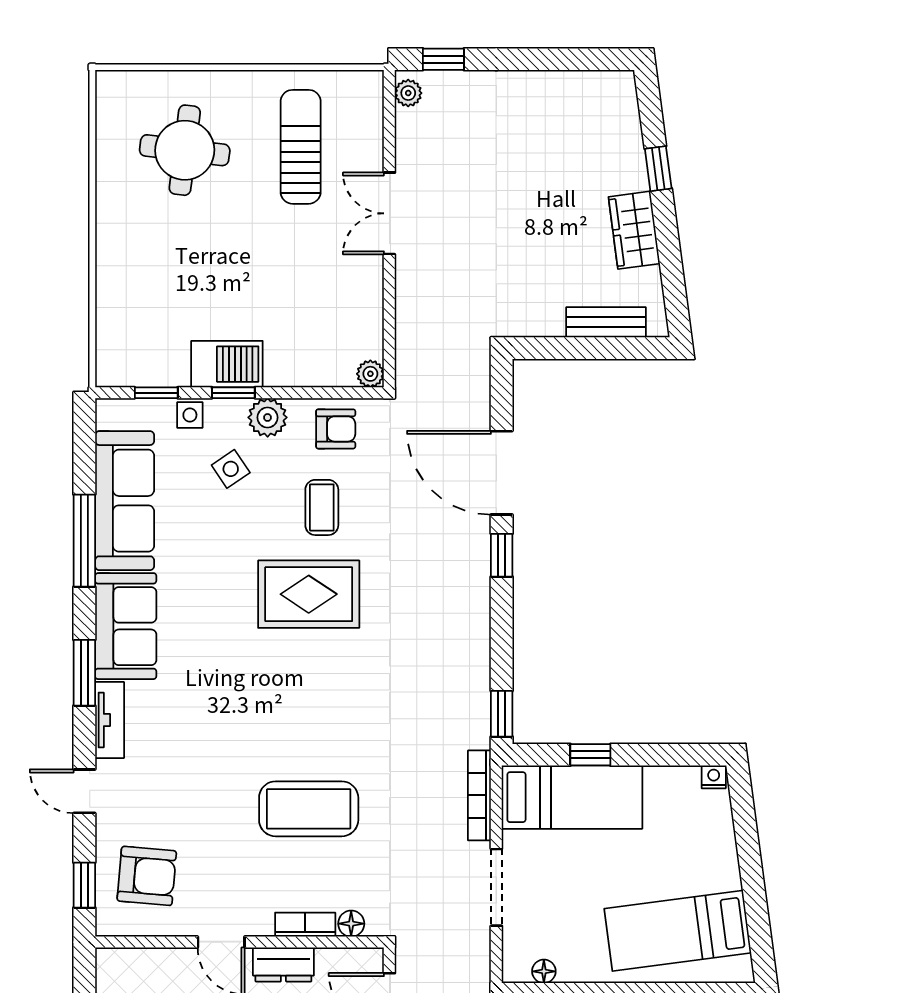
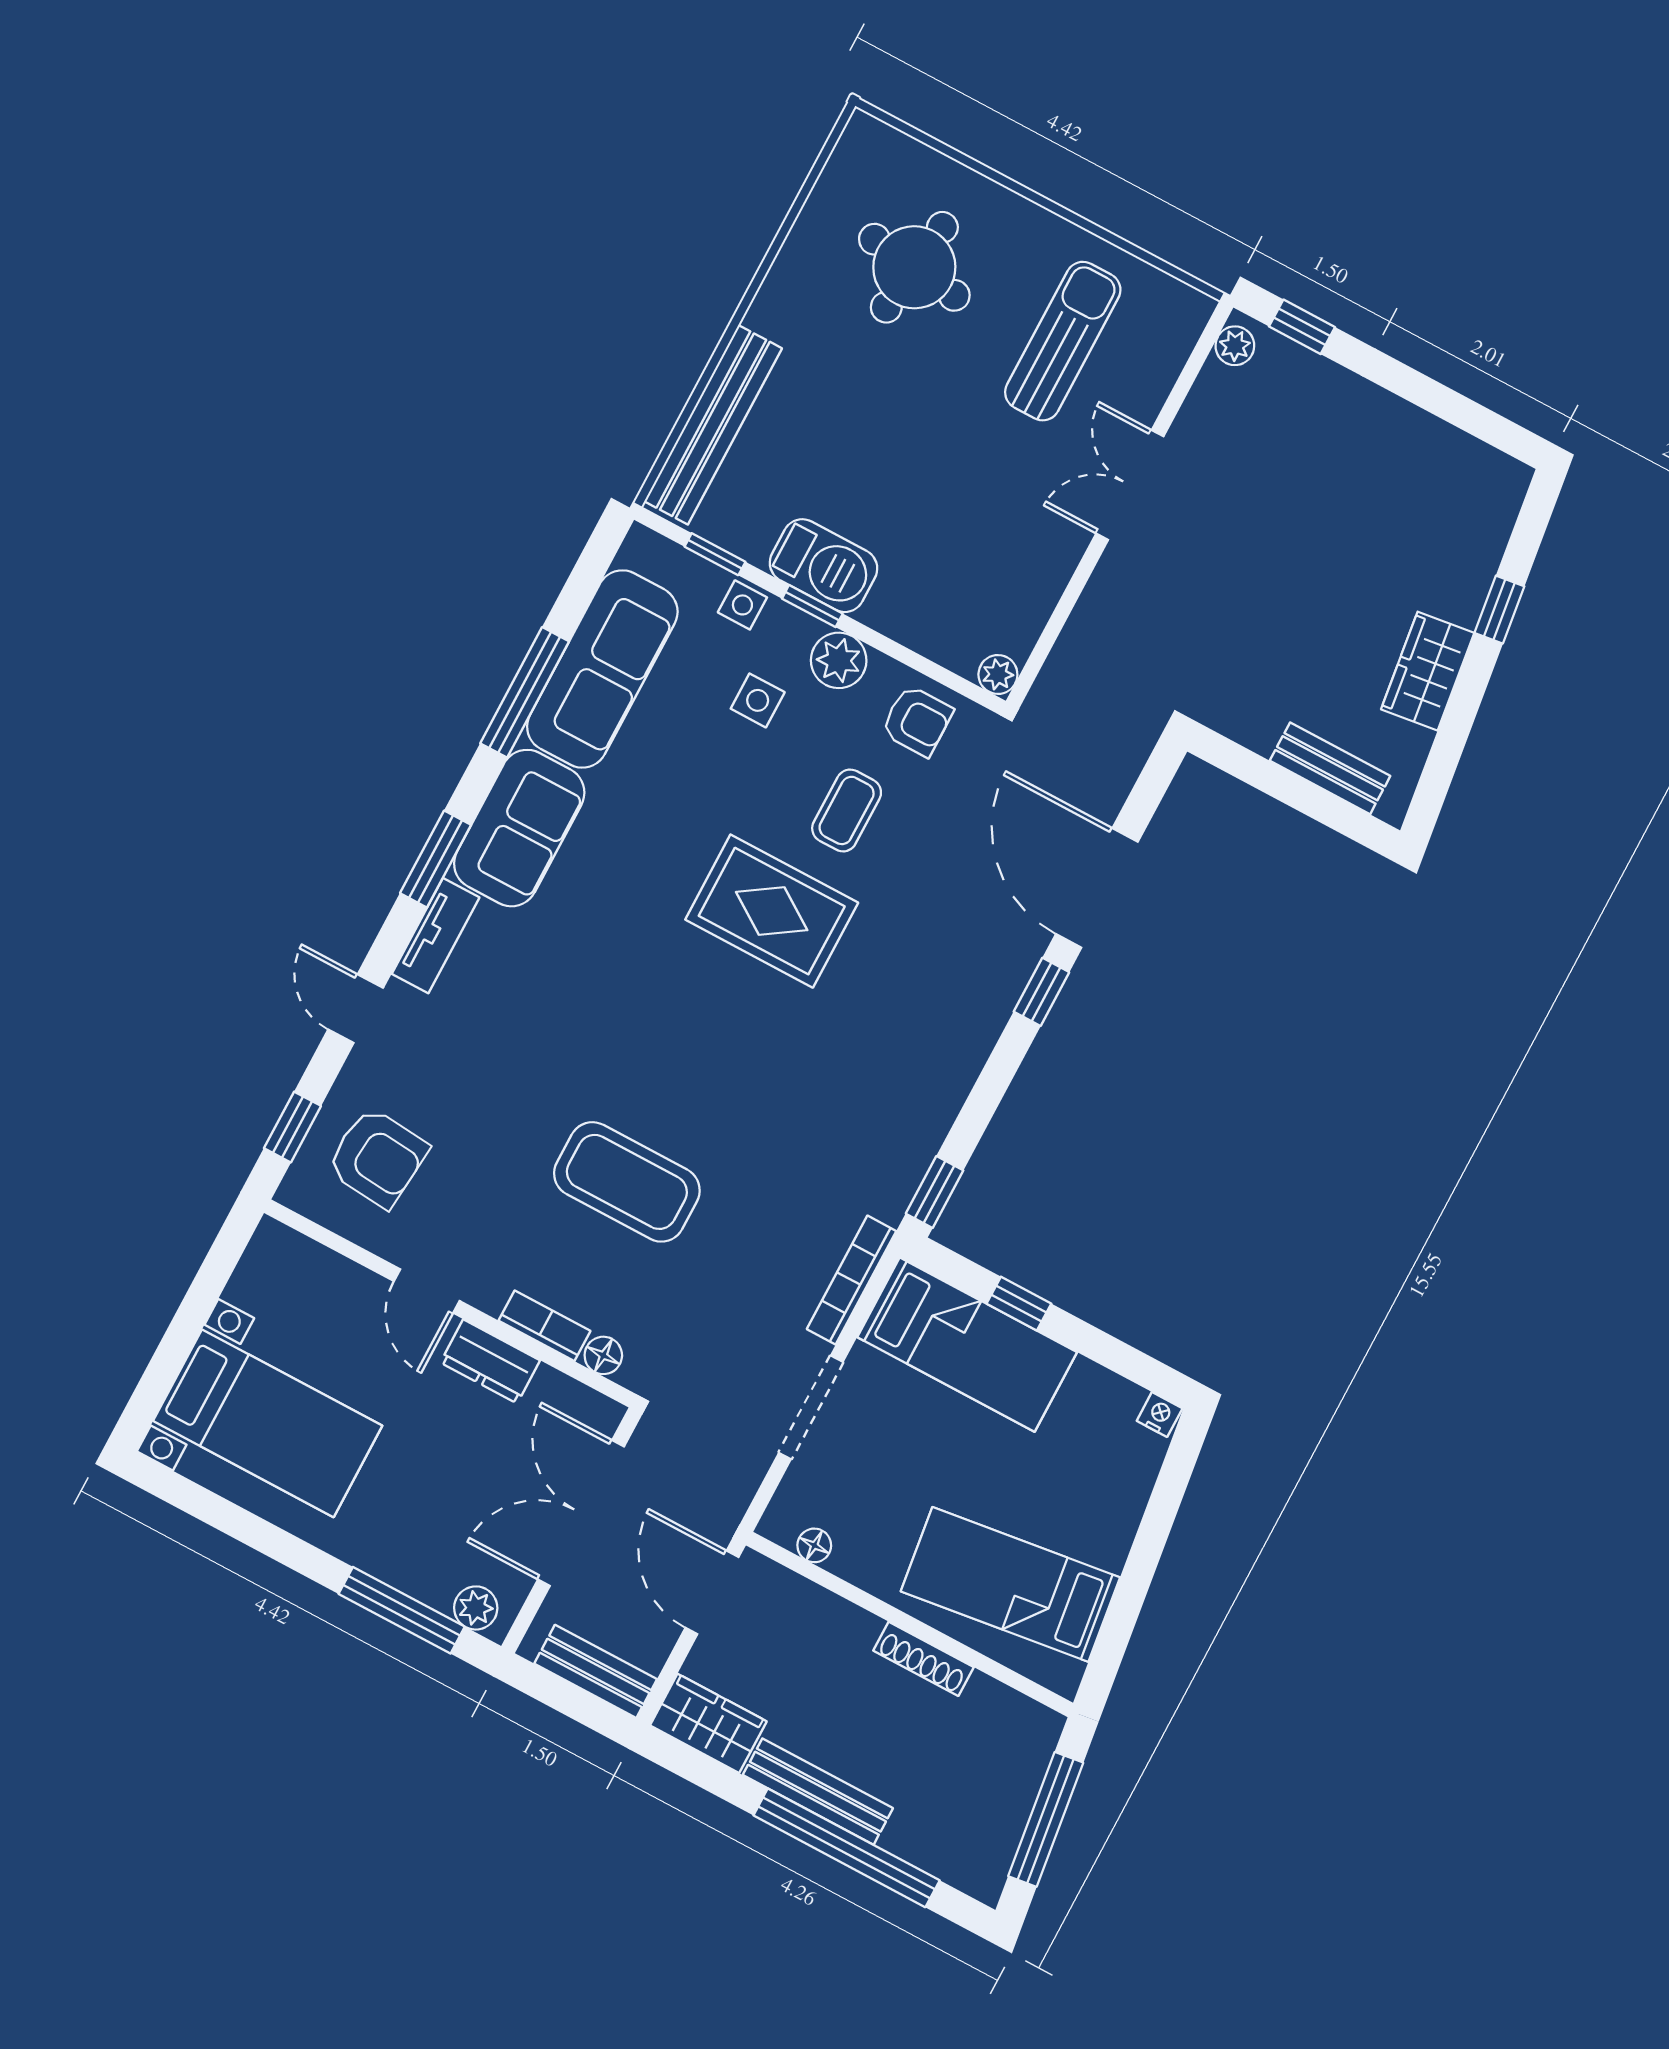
bench: (112, 314) -> (713, 425), added
side table: (231, 469) -> (758, 700), turned 34

